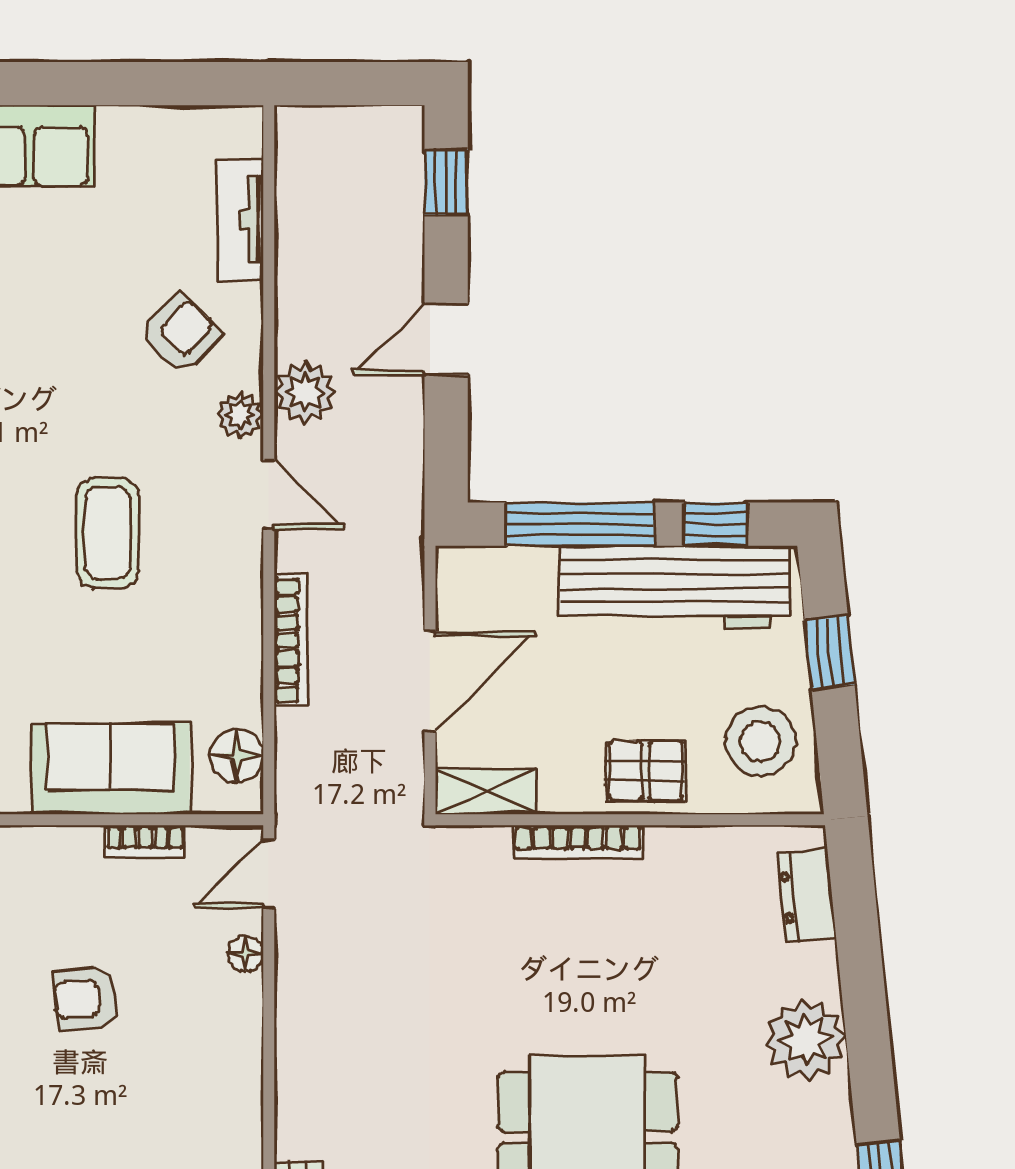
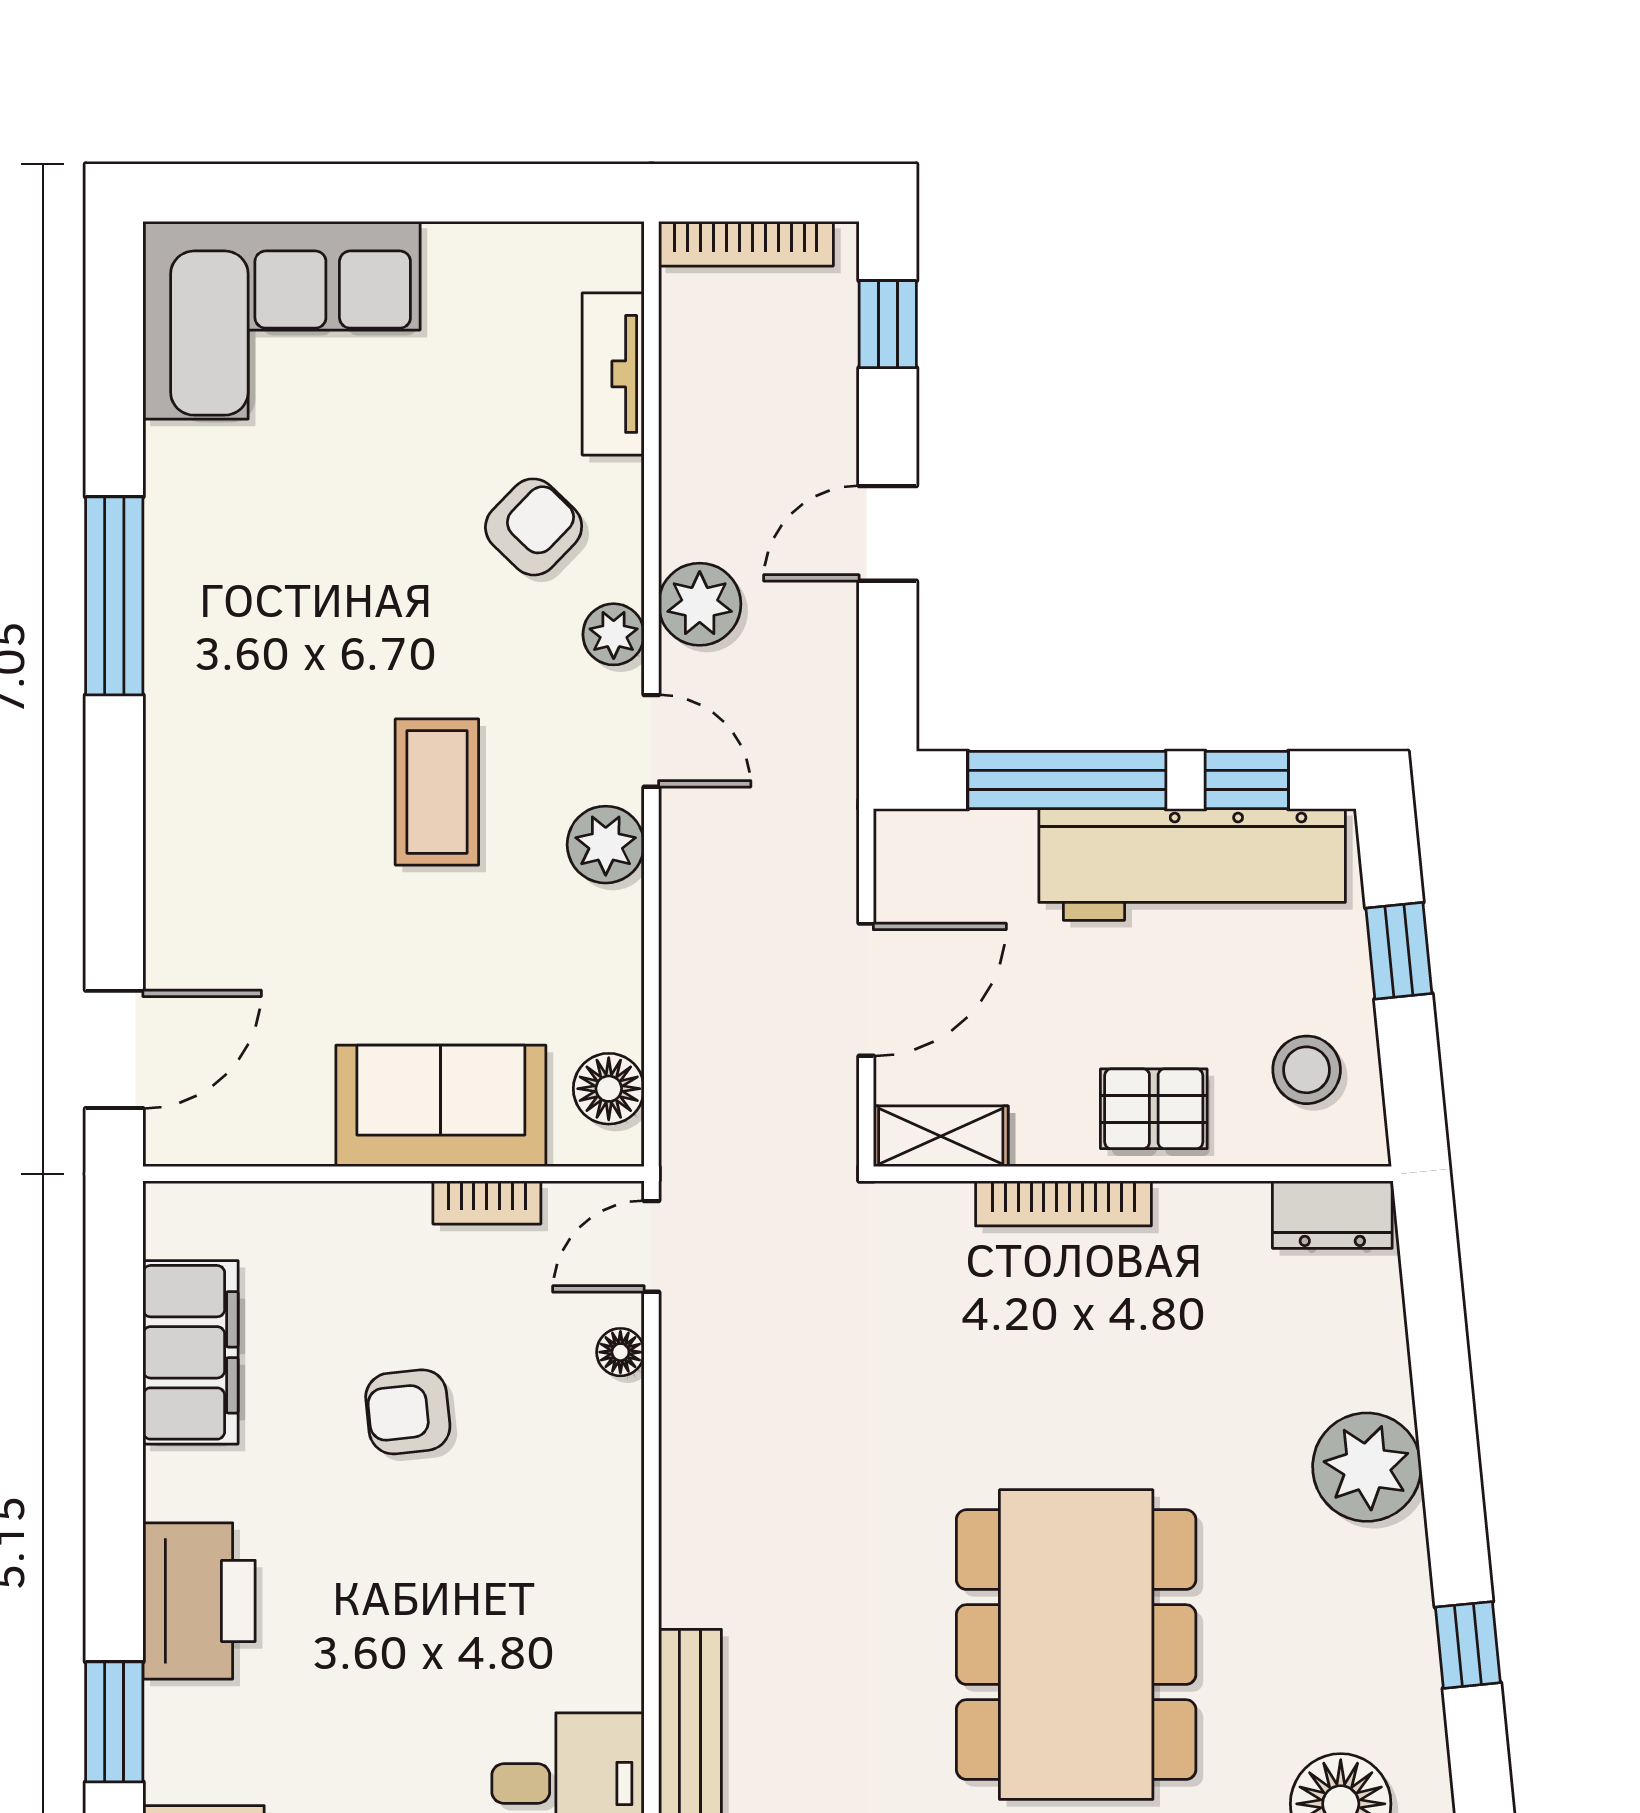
plant: (234, 573) -> (606, 845), added
bookcase: (291, 640) -> (746, 244), moved, turned 90
stool: (760, 742) -> (1307, 1070), width x0.73, depth x0.73
dresser: (807, 896) -> (1332, 1215), moved, turned -84

